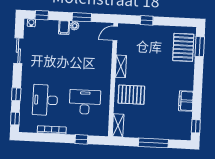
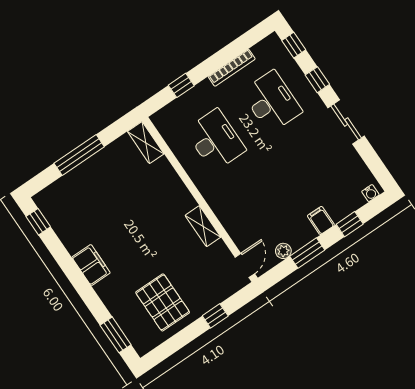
window: (42, 15) -> (350, 224), moved
plant: (75, 26) -> (283, 251), moved
pallet: (183, 47) -> (163, 302), moved
sliding door: (18, 51) -> (346, 122), moved
pallet: (131, 95) -> (159, 198), removed
filing cabinet: (186, 101) -> (91, 265), moved
desk: (85, 102) -> (215, 140), turned -90

